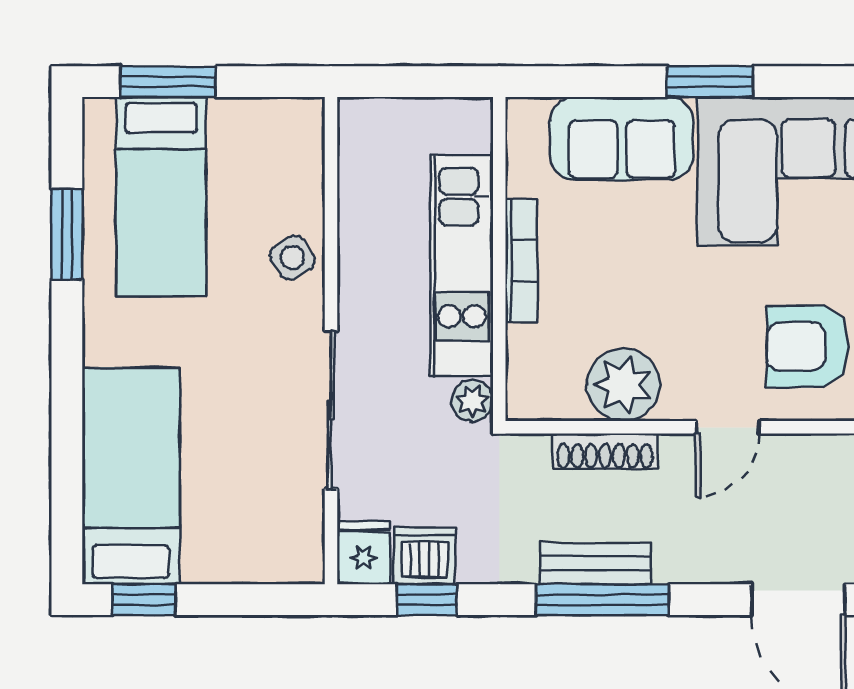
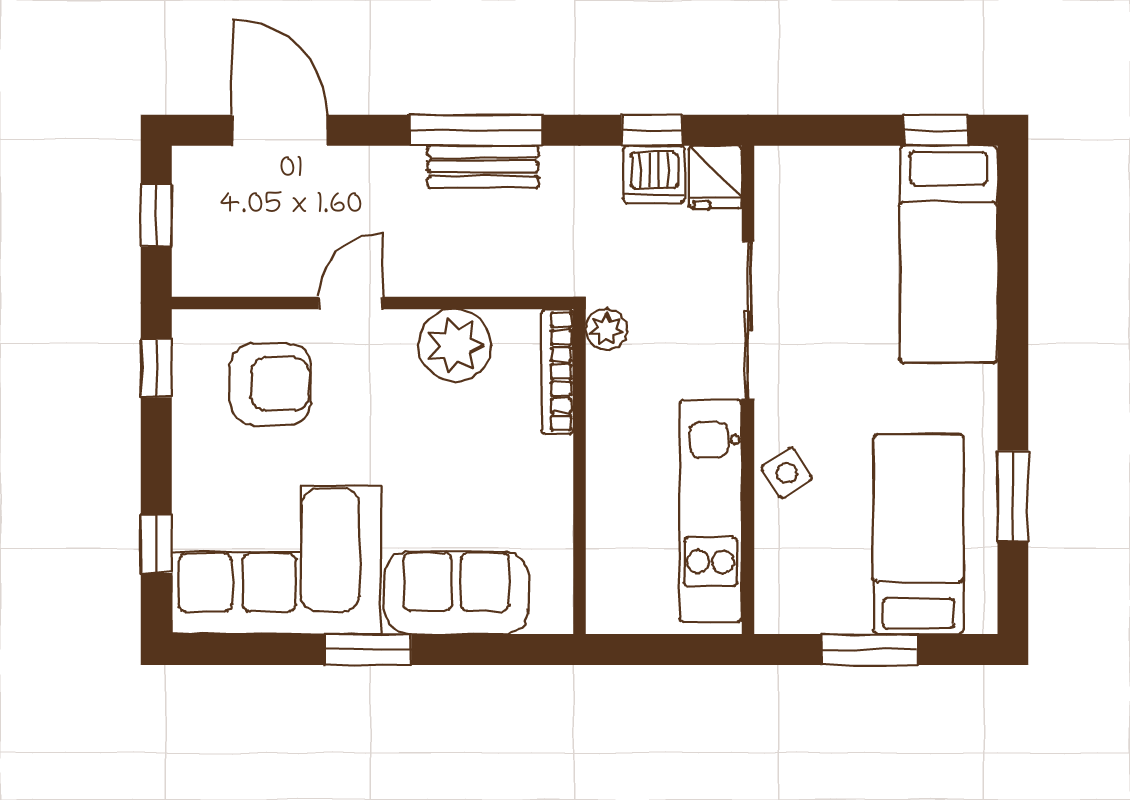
window: (168, 82) -> (870, 649), moved
bookcase: (521, 261) -> (557, 371), moved
kitchen unit: (462, 265) -> (711, 511), moved, turned 180
shoe rack: (605, 451) -> (473, 279), removed

